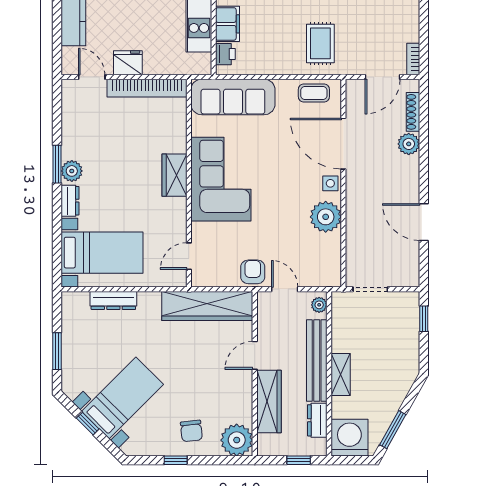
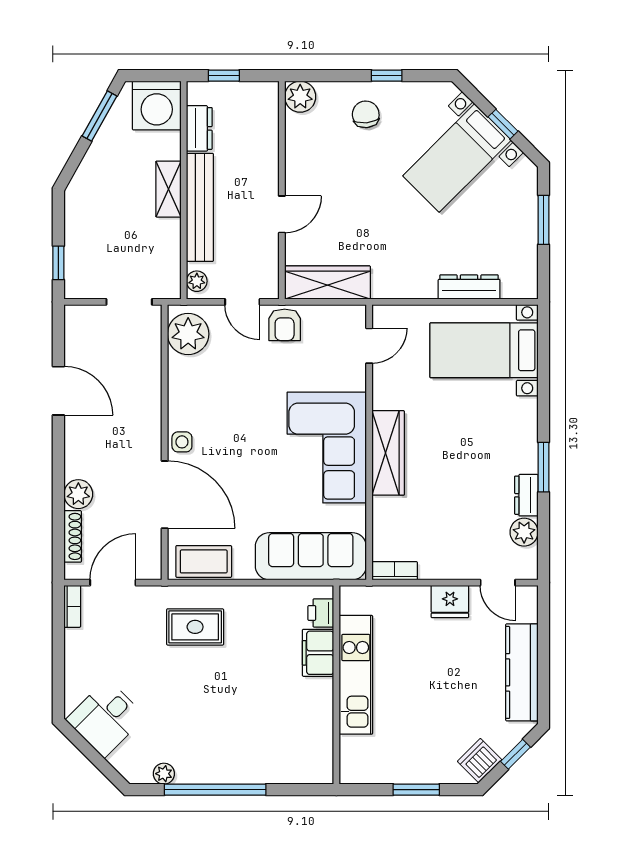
rug: (320, 43) -> (195, 627), turned 90
bookcase: (147, 88) -> (395, 571), width x0.43, depth x0.76
coffee table: (314, 93) -> (204, 561), width x1.36, depth x1.30
plant: (72, 171) -> (524, 532), moved
wardrobe: (174, 175) -> (388, 453), width x1.50
dresser: (70, 201) -> (526, 495), moved
plant: (326, 217) -> (188, 334), moved
wardrobe: (207, 306) -> (328, 283), width x0.71, depth x0.85
wardrobe: (269, 401) -> (263, 153), removed
plant: (237, 440) -> (300, 97), width x0.73, depth x0.73

